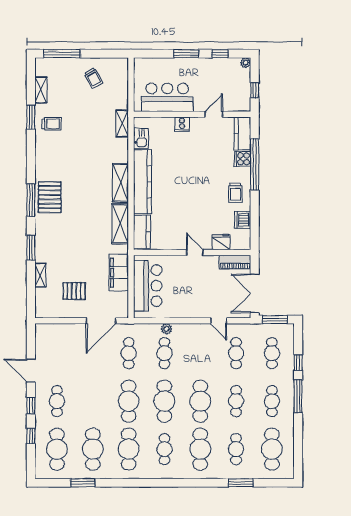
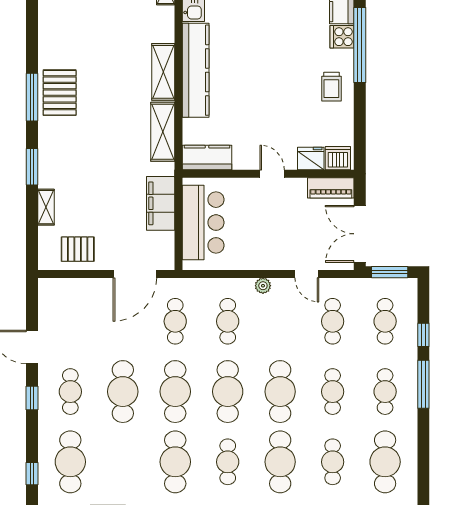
dishwasher: (243, 220) -> (338, 158), moved, turned 90
kitchen counter: (142, 232) -> (207, 158), moved, turned -90
pallet: (74, 291) -> (78, 249), moved
plant: (166, 329) -> (263, 286), moved
window: (31, 436) -> (32, 474), moved
cafe table: (93, 449) -> (123, 392), moved

